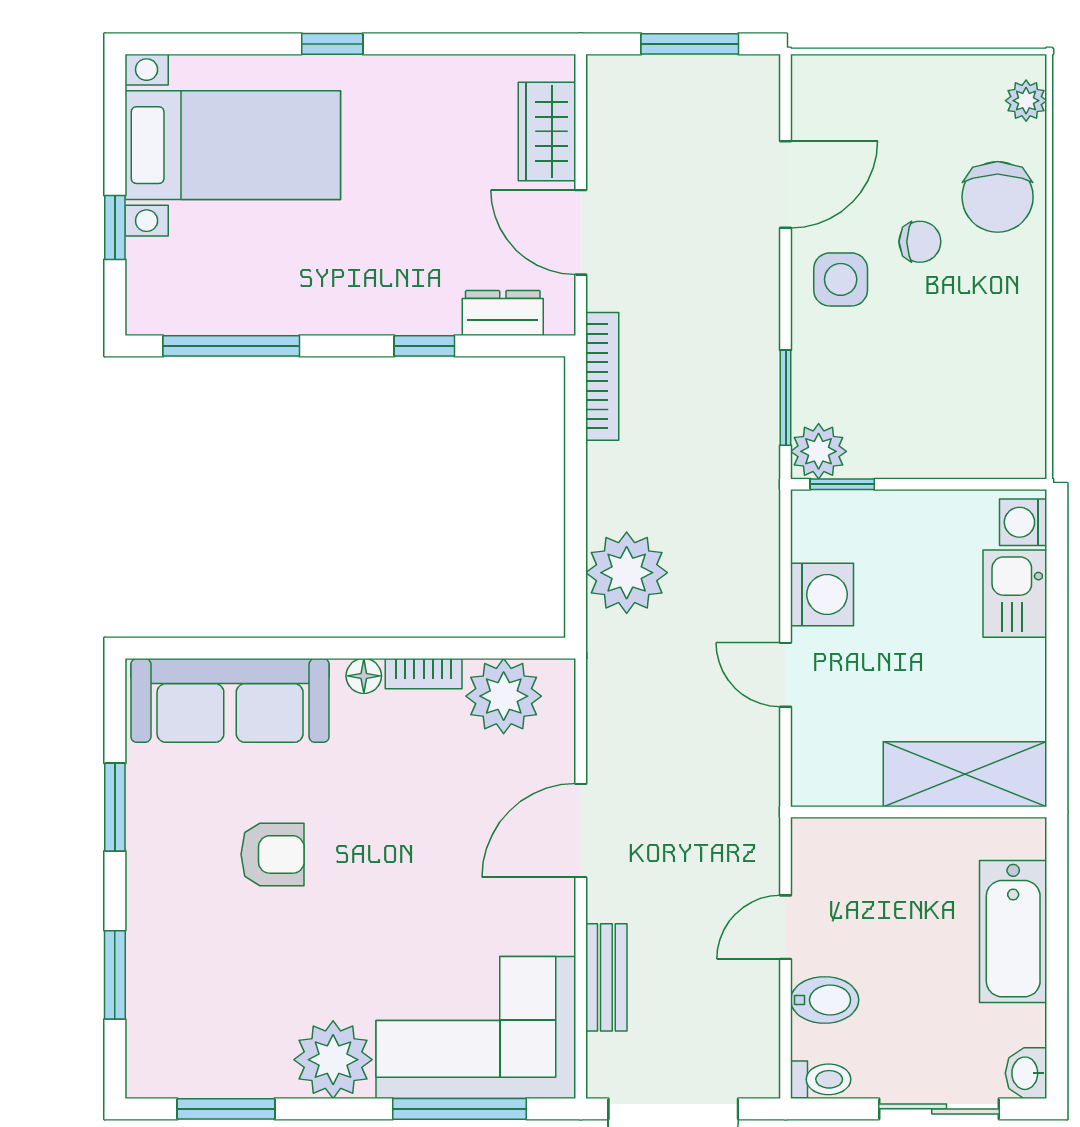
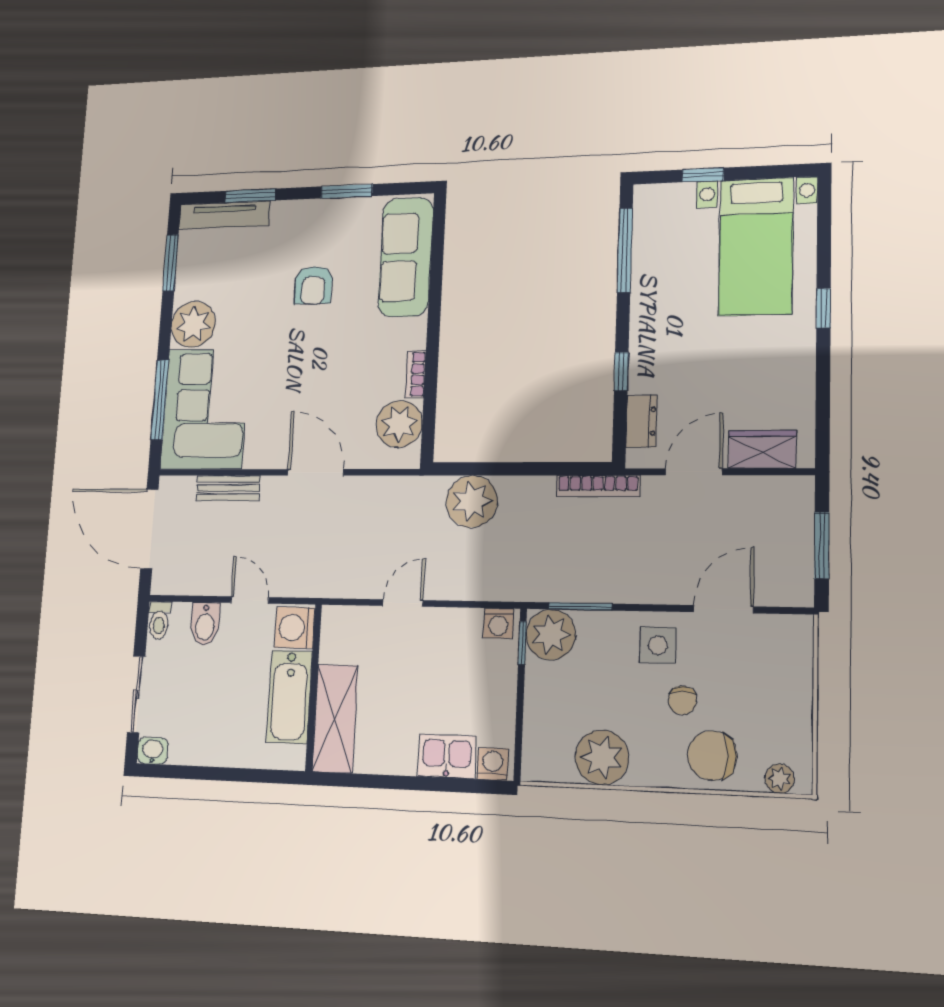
door: (786, 184) -> (723, 609), swing flipped
plant: (1007, 358) -> (602, 757), added
plant: (819, 451) -> (551, 635), width x1.36, depth x1.36
washing machine: (822, 595) -> (498, 623), moved, width x0.73, depth x0.73
floor lamp: (364, 676) -> (416, 337), removed
washing machine: (827, 849) -> (295, 628), added
bathtub: (1013, 932) -> (289, 697), moved, turned -90
tv unit: (147, 1019) -> (224, 215), added

